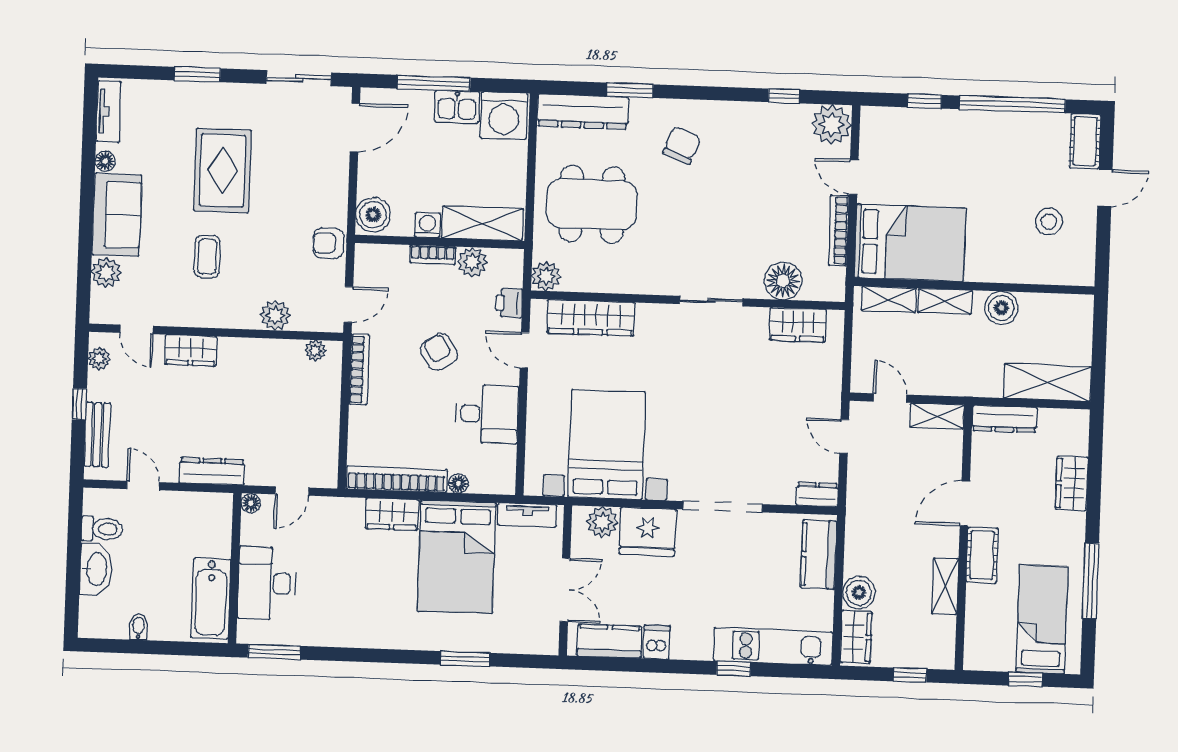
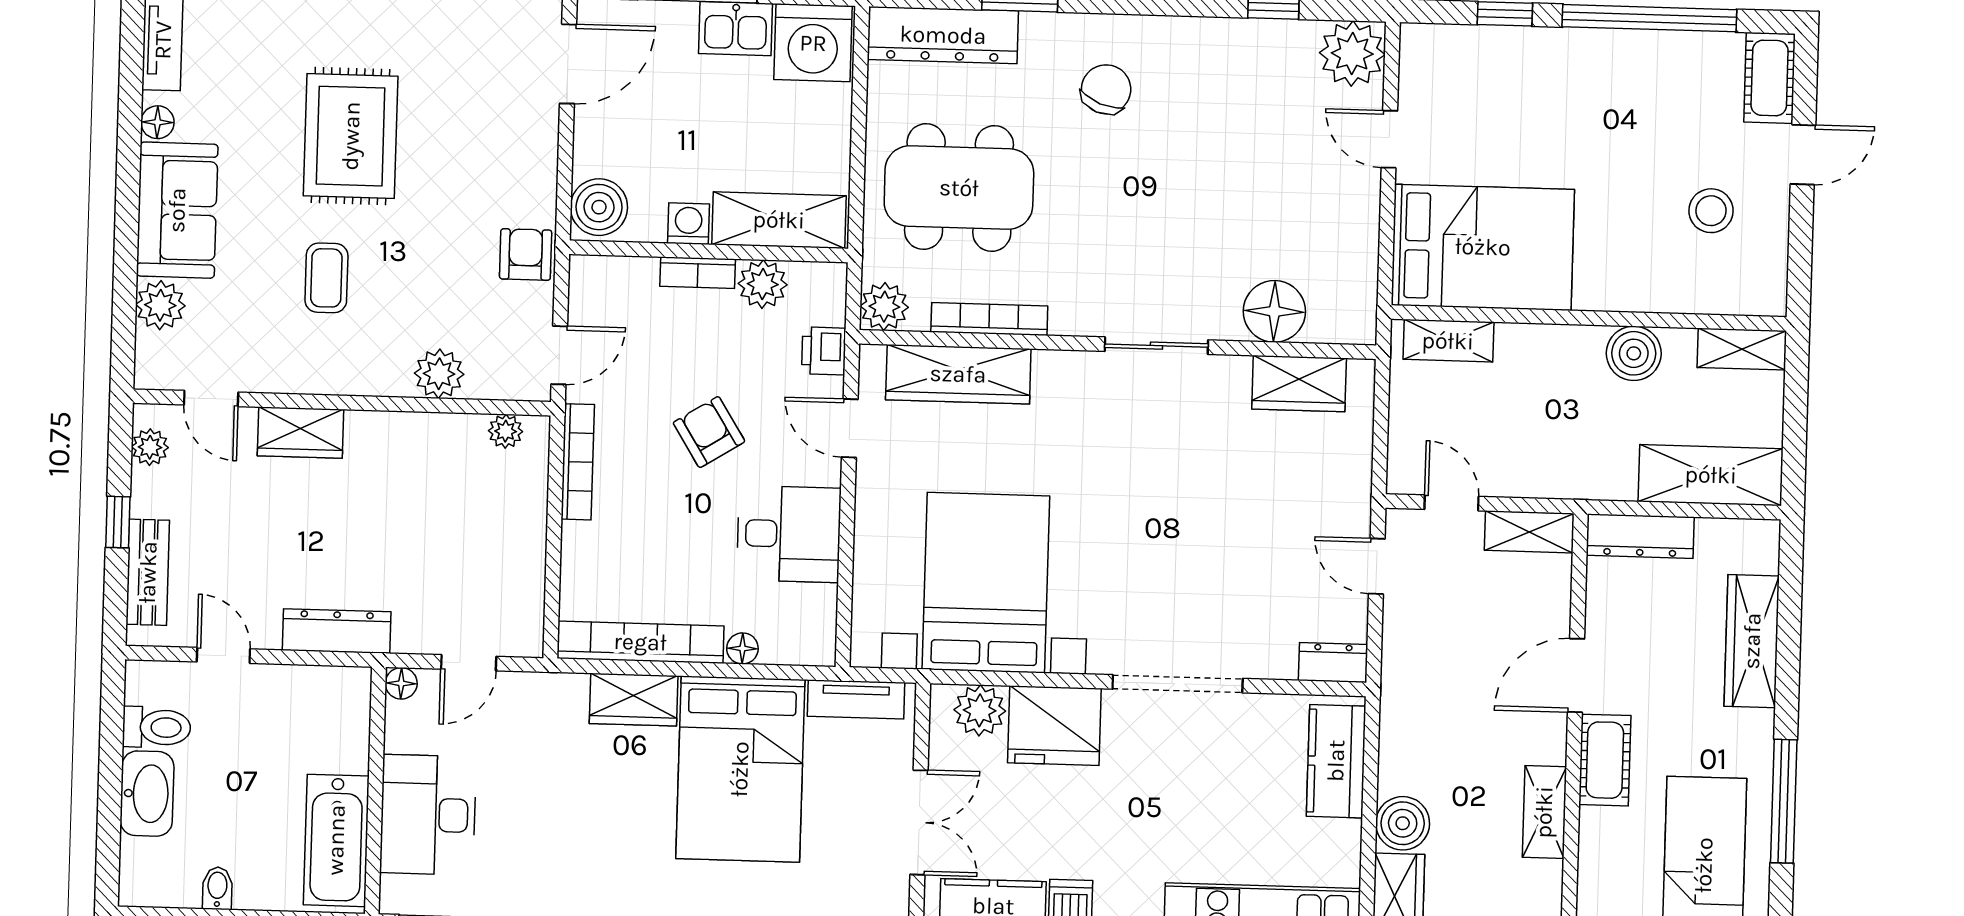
bookcase: (839, 230) -> (989, 319), moved, turned 90
armchair: (328, 243) -> (526, 254), turned 90
shelving: (945, 301) -> (1742, 349), moved
wardrobe: (1072, 483) -> (1752, 641), width x1.50

